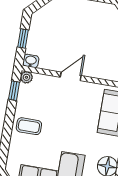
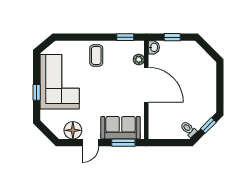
door: (71, 76) -> (146, 85), width x1.87
plant: (26, 77) -> (139, 60), moved

